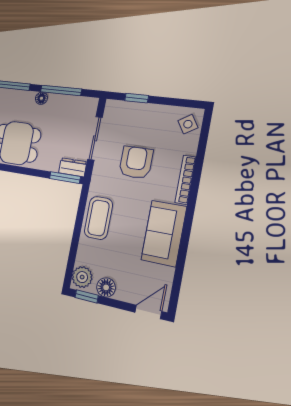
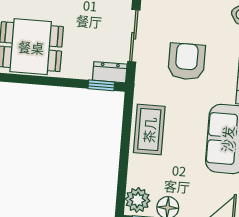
window: (65, 178) -> (101, 85), width x0.67

